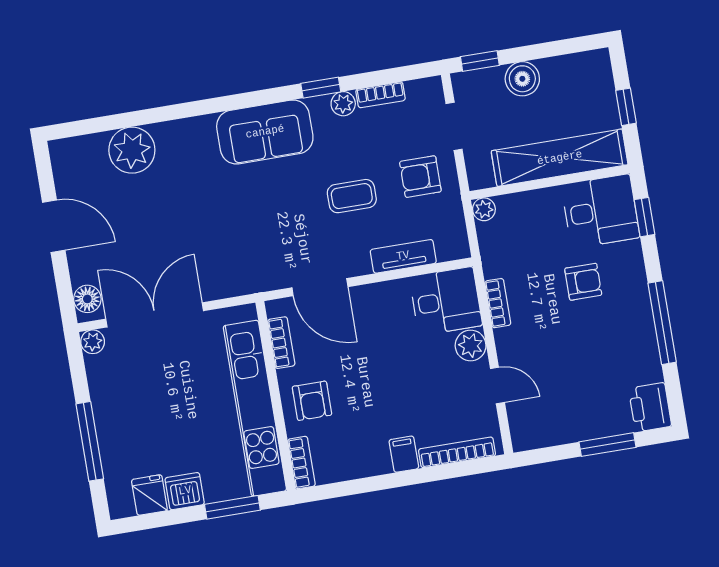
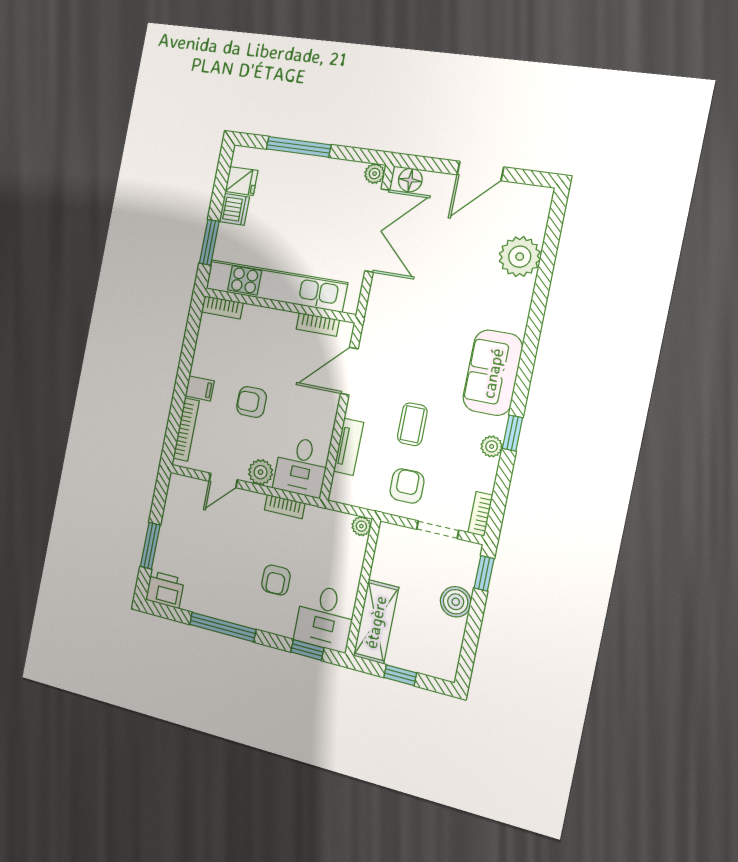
bookcase: (381, 95) -> (480, 514), moved
shelving: (560, 158) -> (376, 622), width x0.68
armchair: (312, 401) -> (252, 402), moved

